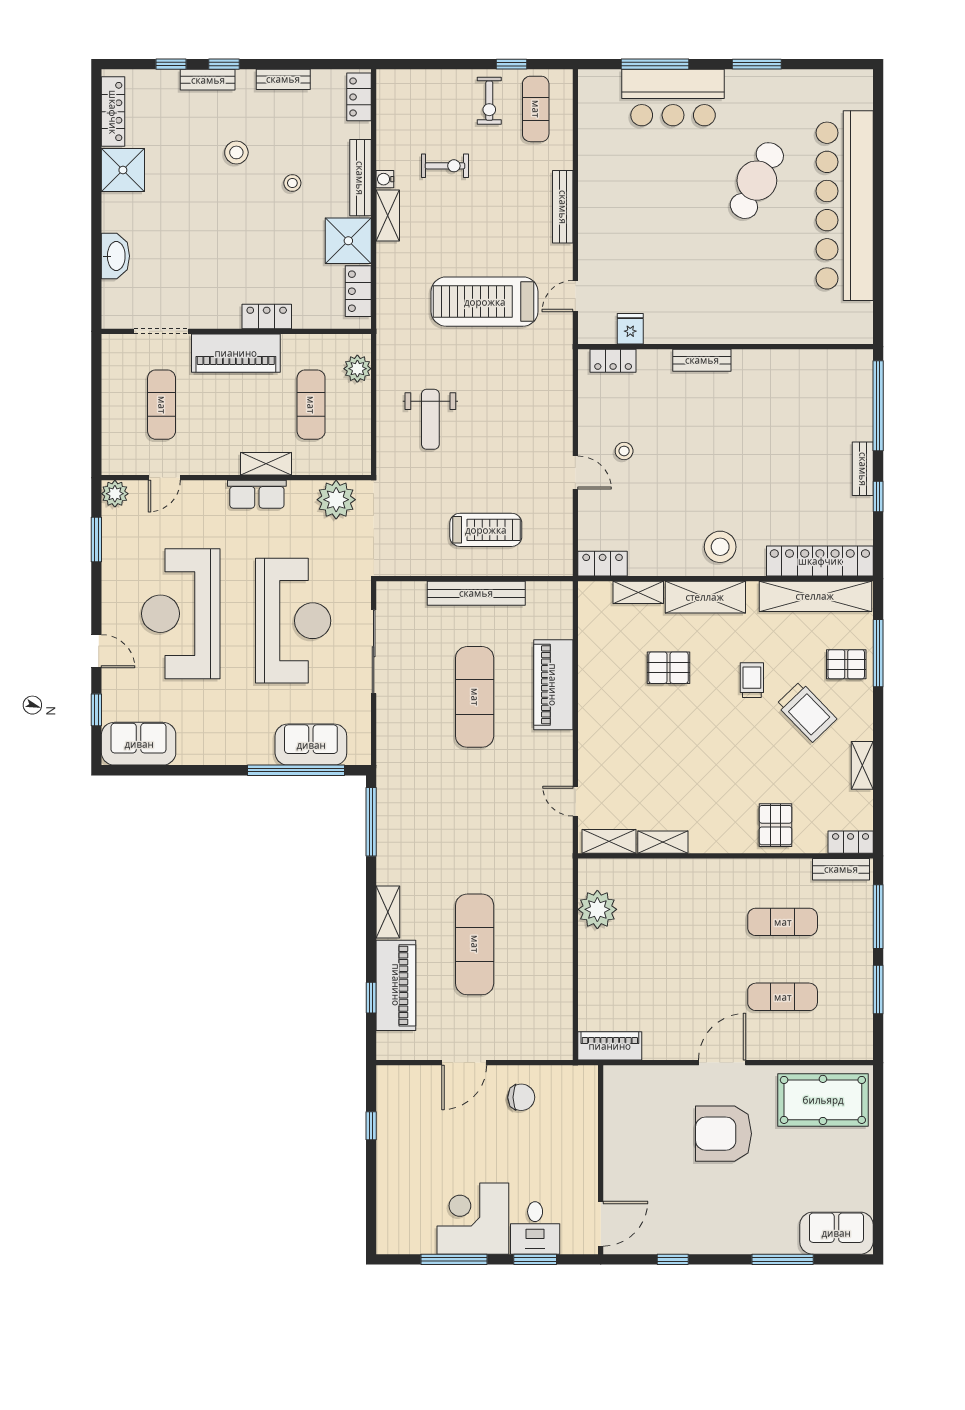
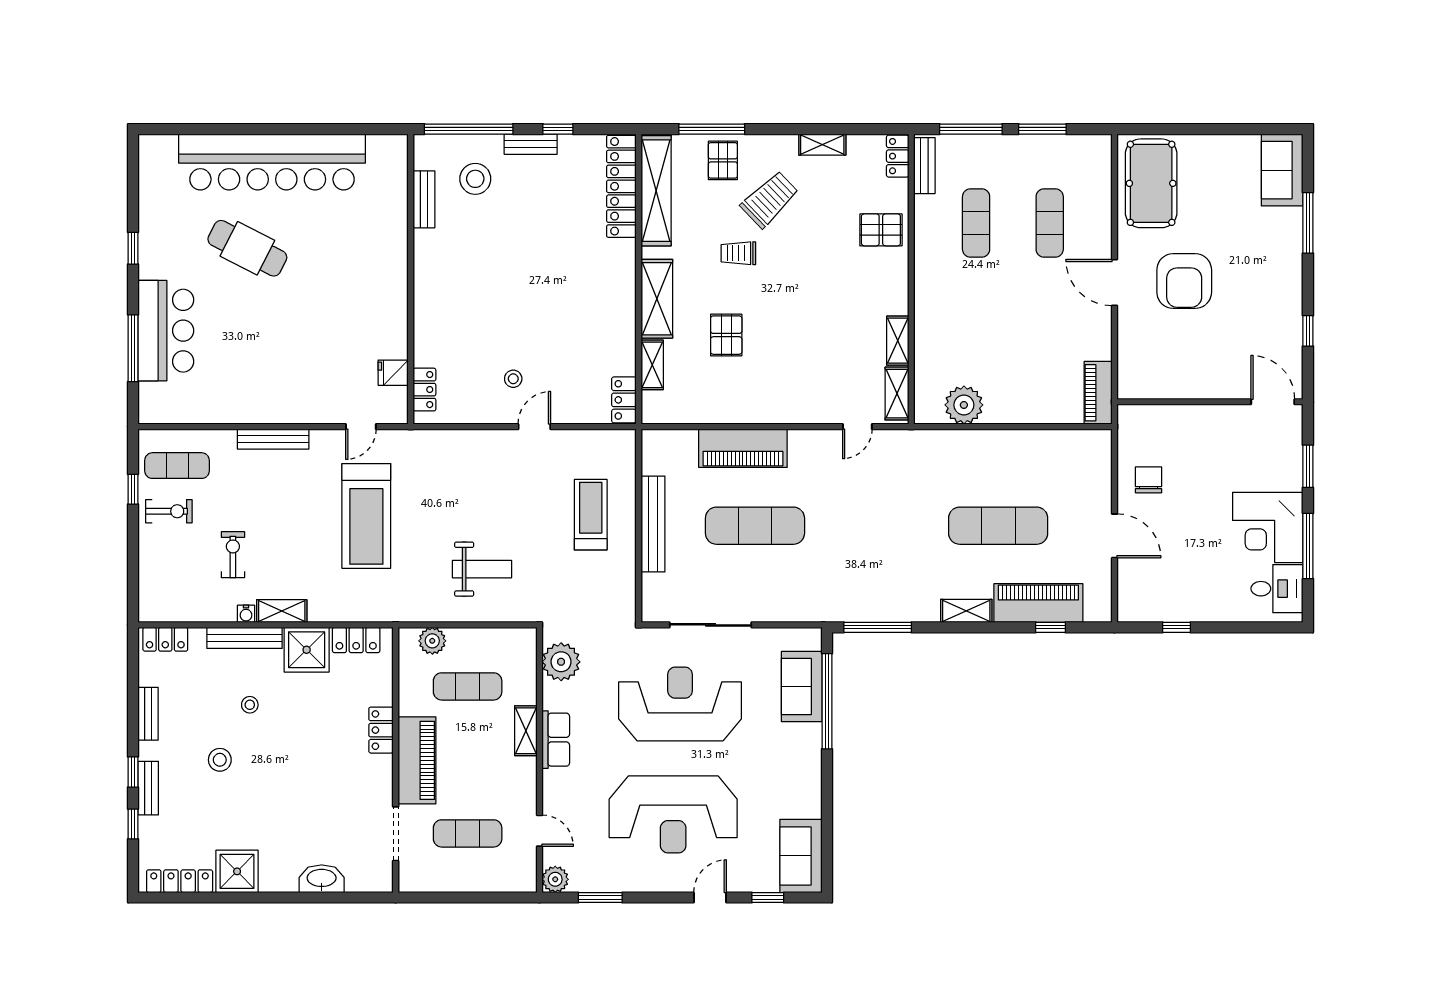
window: (757, 64) -> (133, 248), width x0.67
door: (575, 296) -> (361, 427), hinge flipped
bench: (702, 360) -> (424, 199), moved
stool: (720, 547) -> (475, 179), moved
desk: (535, 1228) -> (1277, 589), moved

